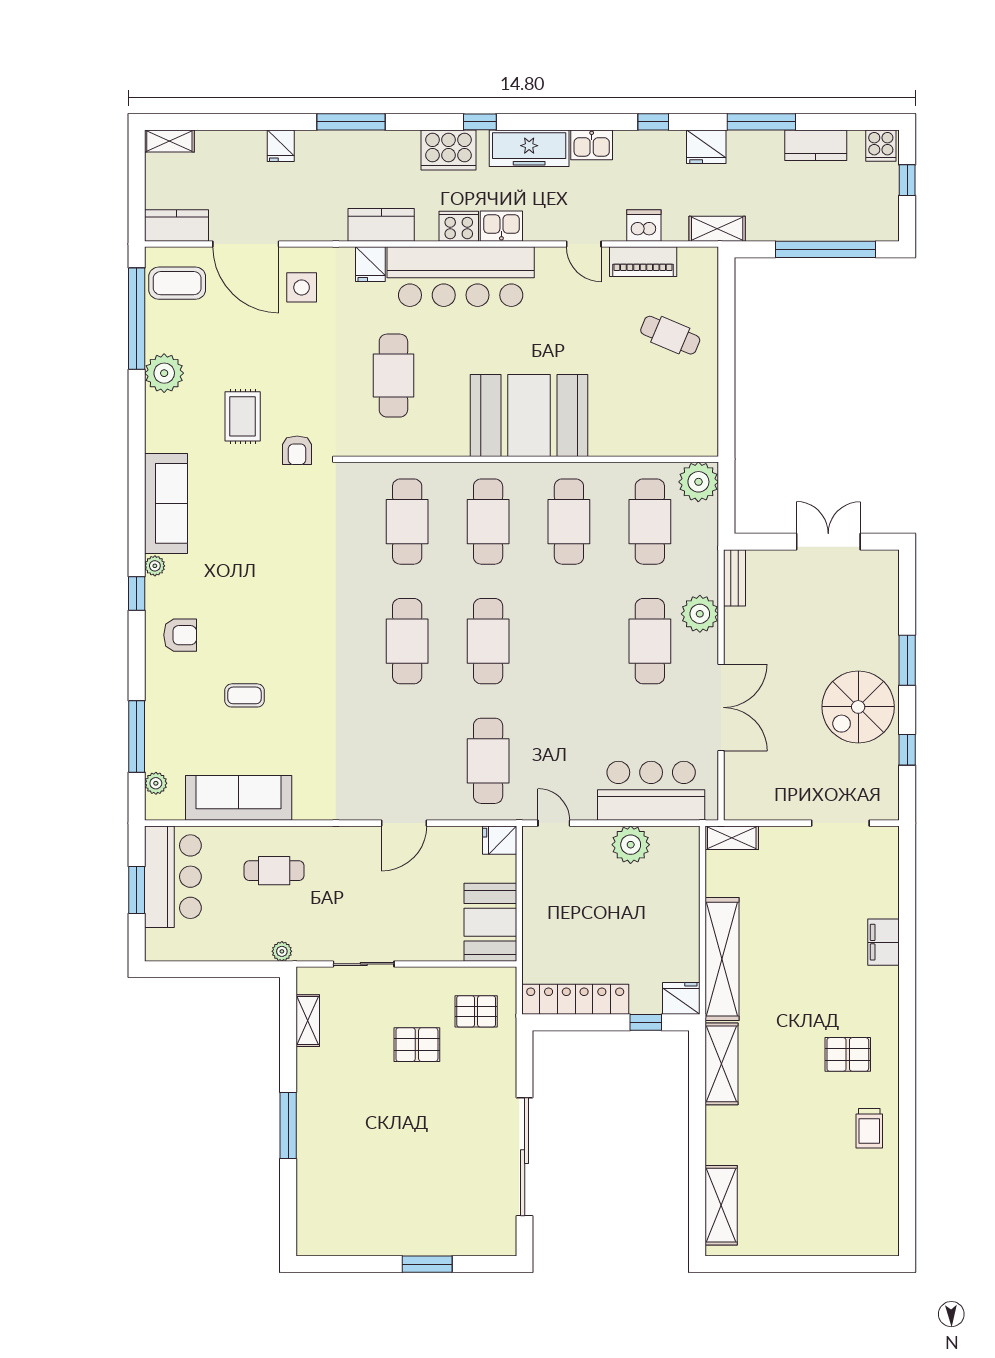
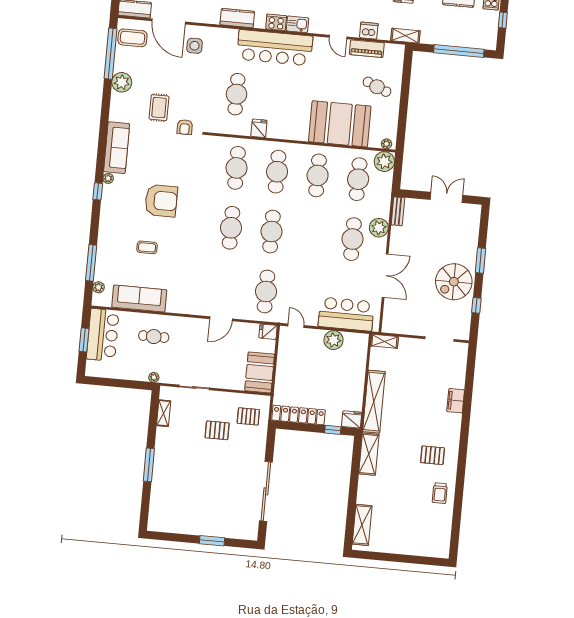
fridge: (370, 264) -> (259, 128), moved, turned 180
booth: (529, 415) -> (340, 124), moved
plant: (700, 446) -> (386, 144), added
armchair: (180, 635) -> (161, 201), moved, width x1.88, depth x1.88

